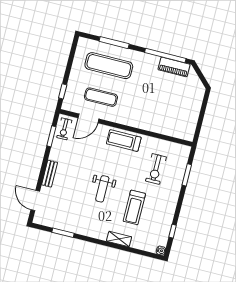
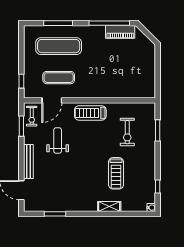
bench: (50, 174) -> (28, 162), width x1.36
weight bench: (102, 189) -> (58, 141), moved, turned 180

